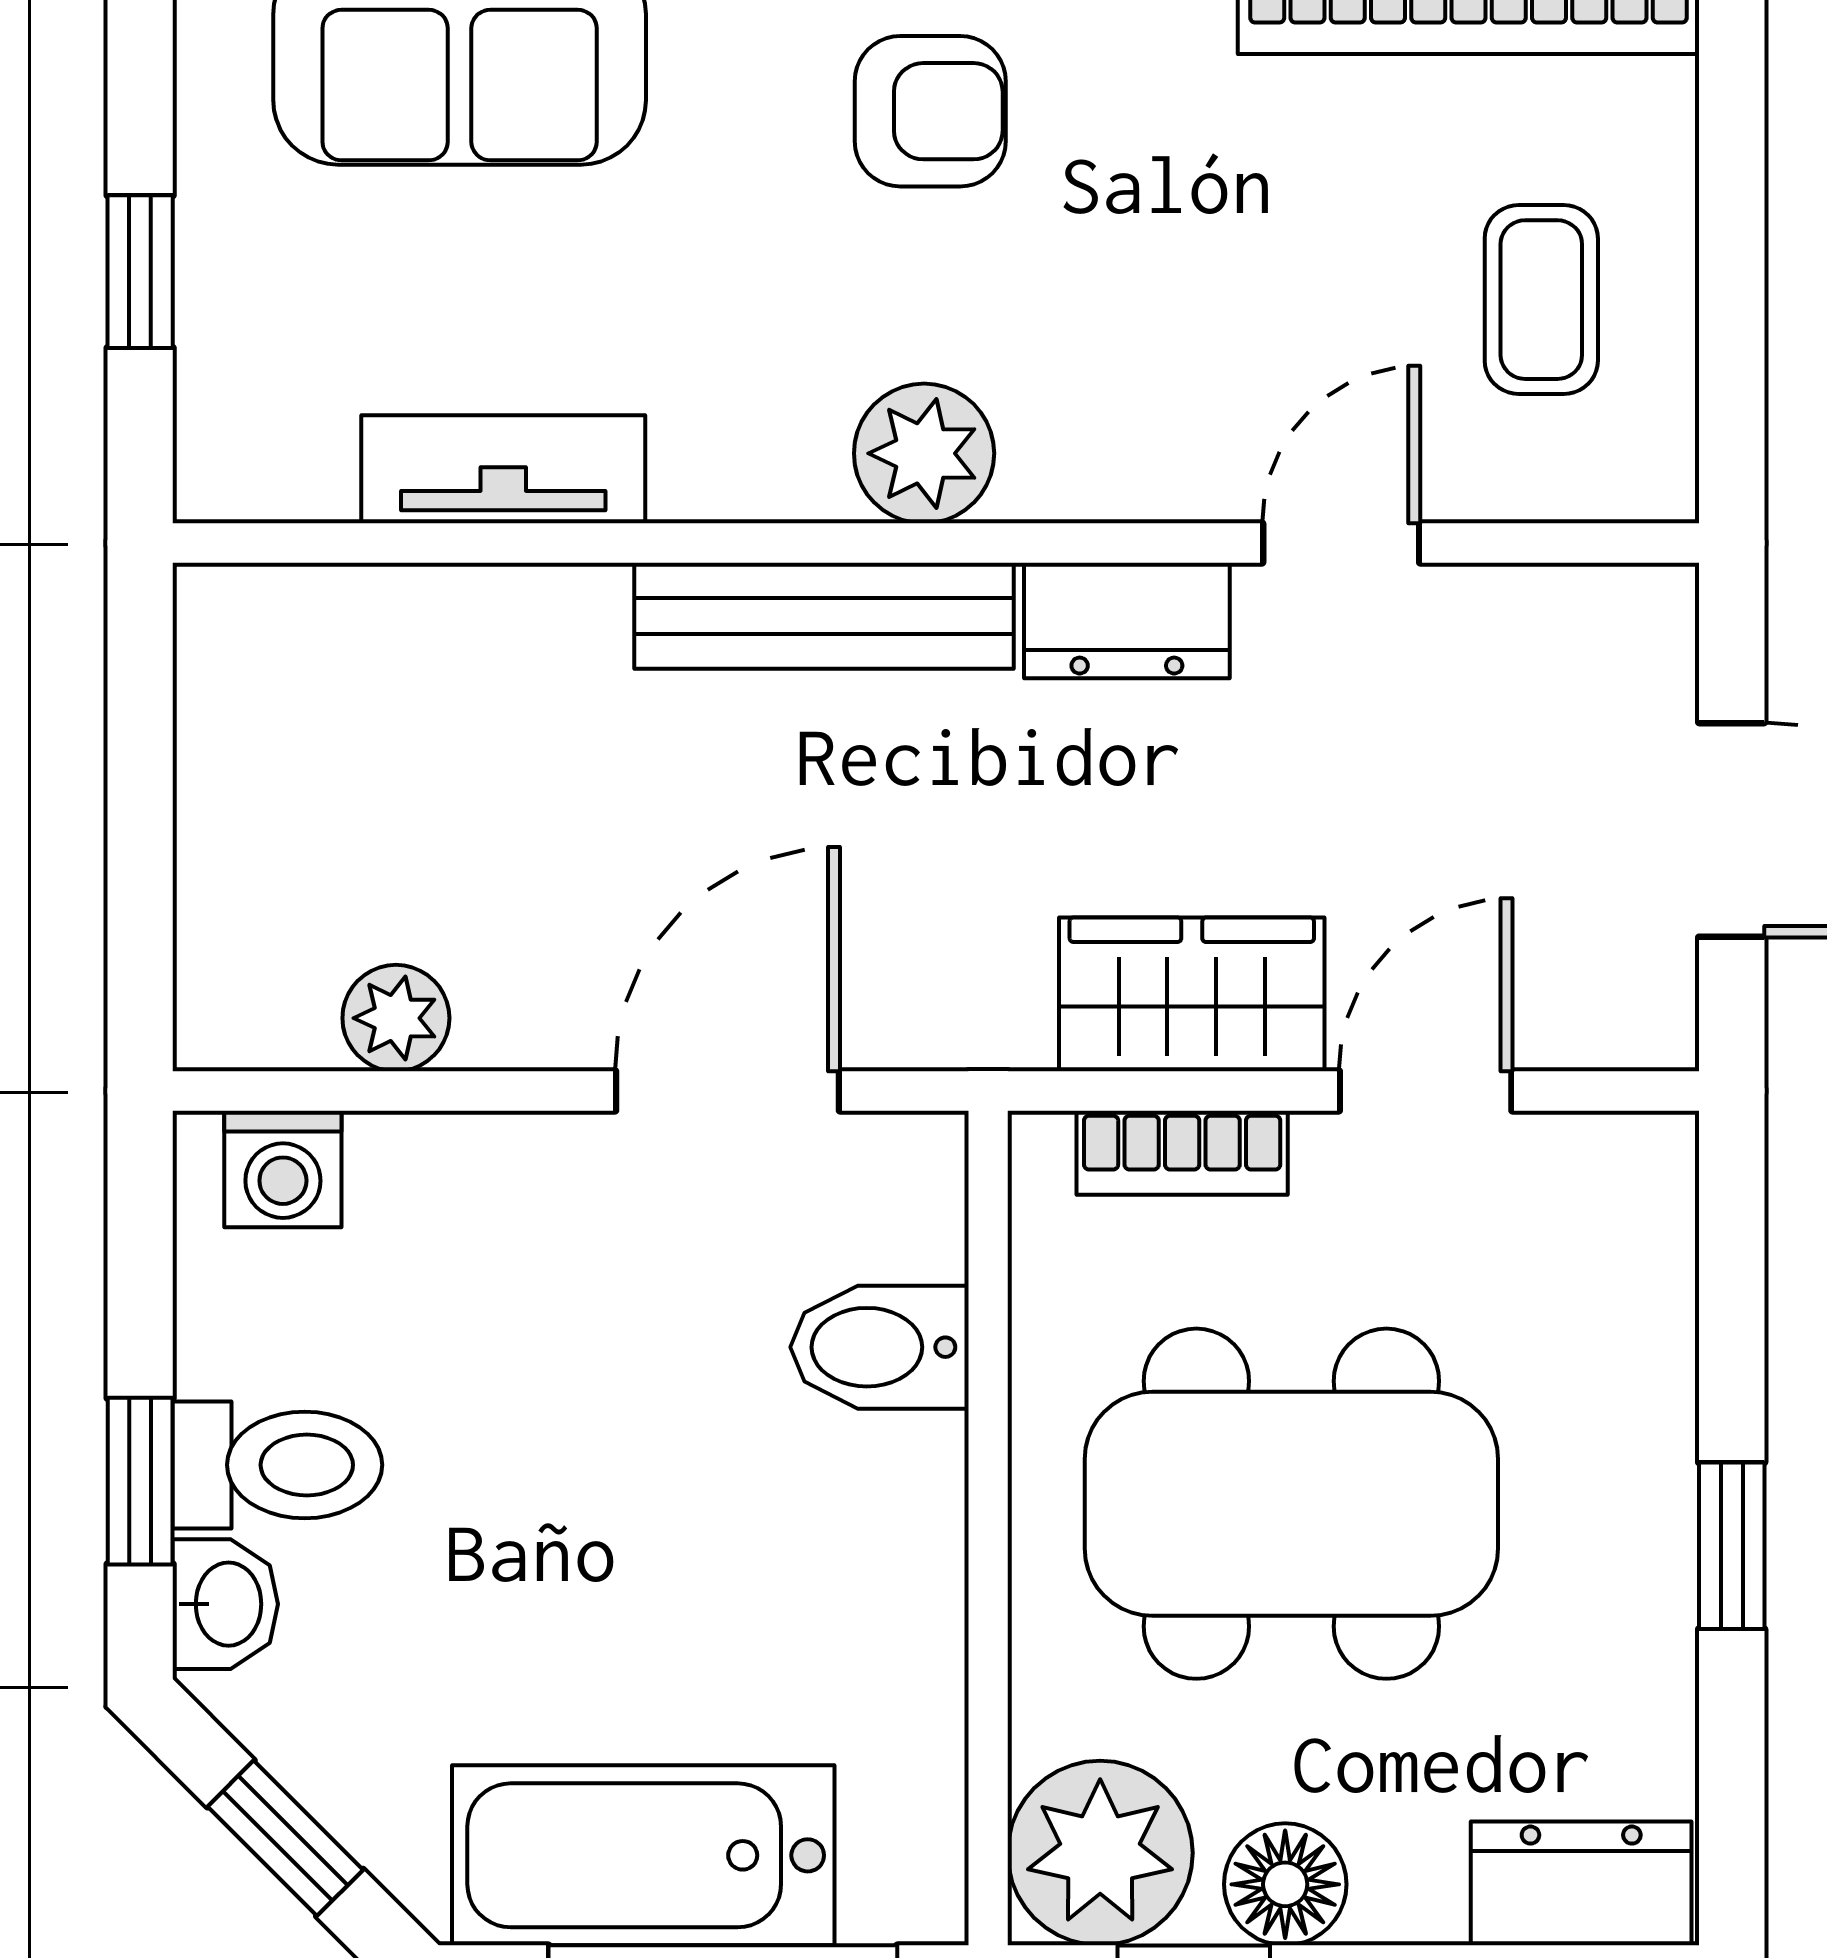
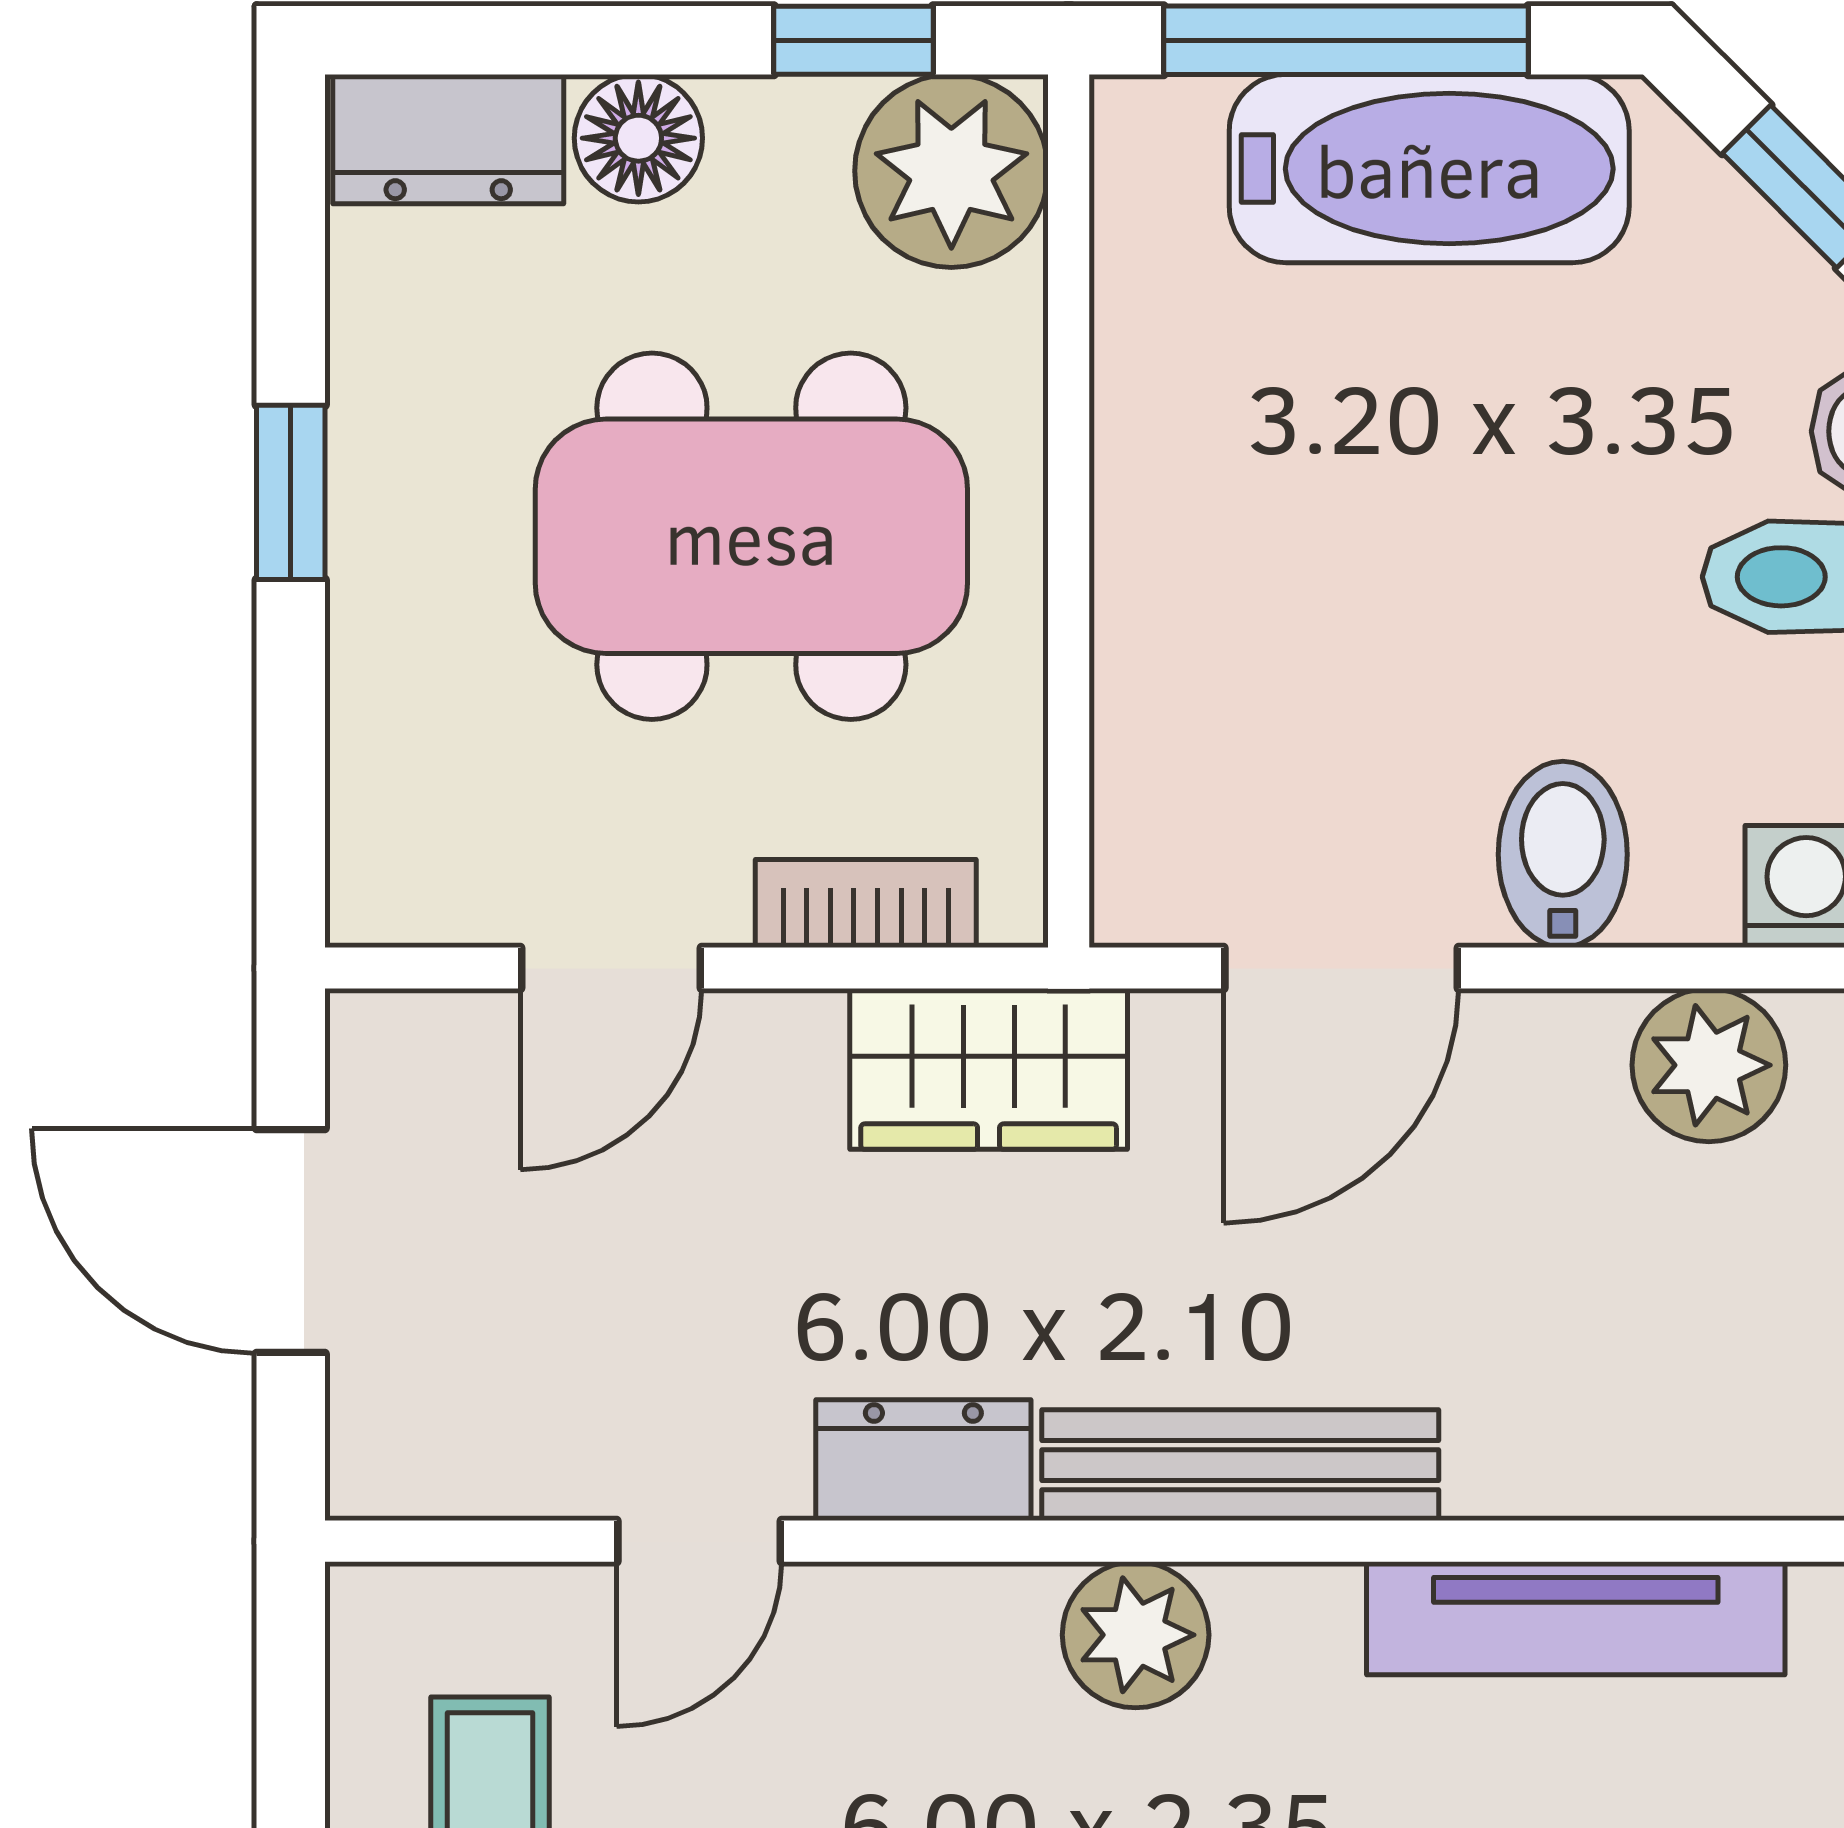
tv unit: (503, 469) -> (1576, 1618), width x1.41
wardrobe: (1192, 994) -> (989, 1069), moved
plant: (396, 1018) -> (1709, 1065), width x1.38, depth x1.38
bidet: (879, 1347) -> (1563, 854), moved, turned -90
floor lamp: (1285, 1884) -> (638, 138), moved

